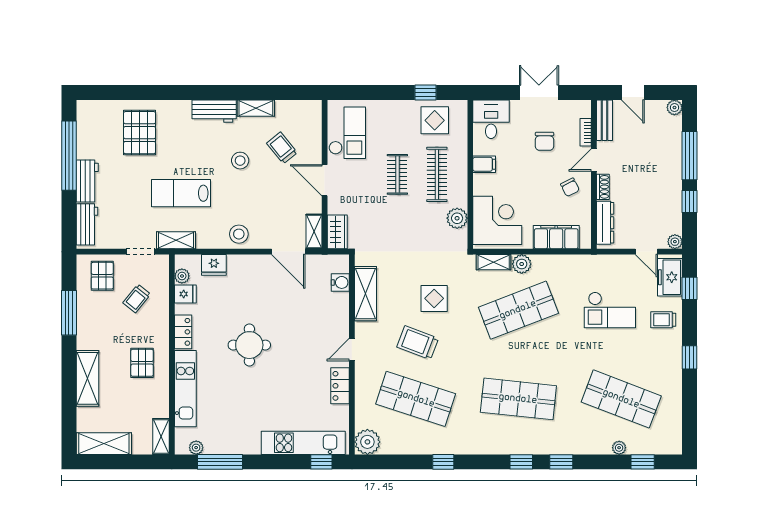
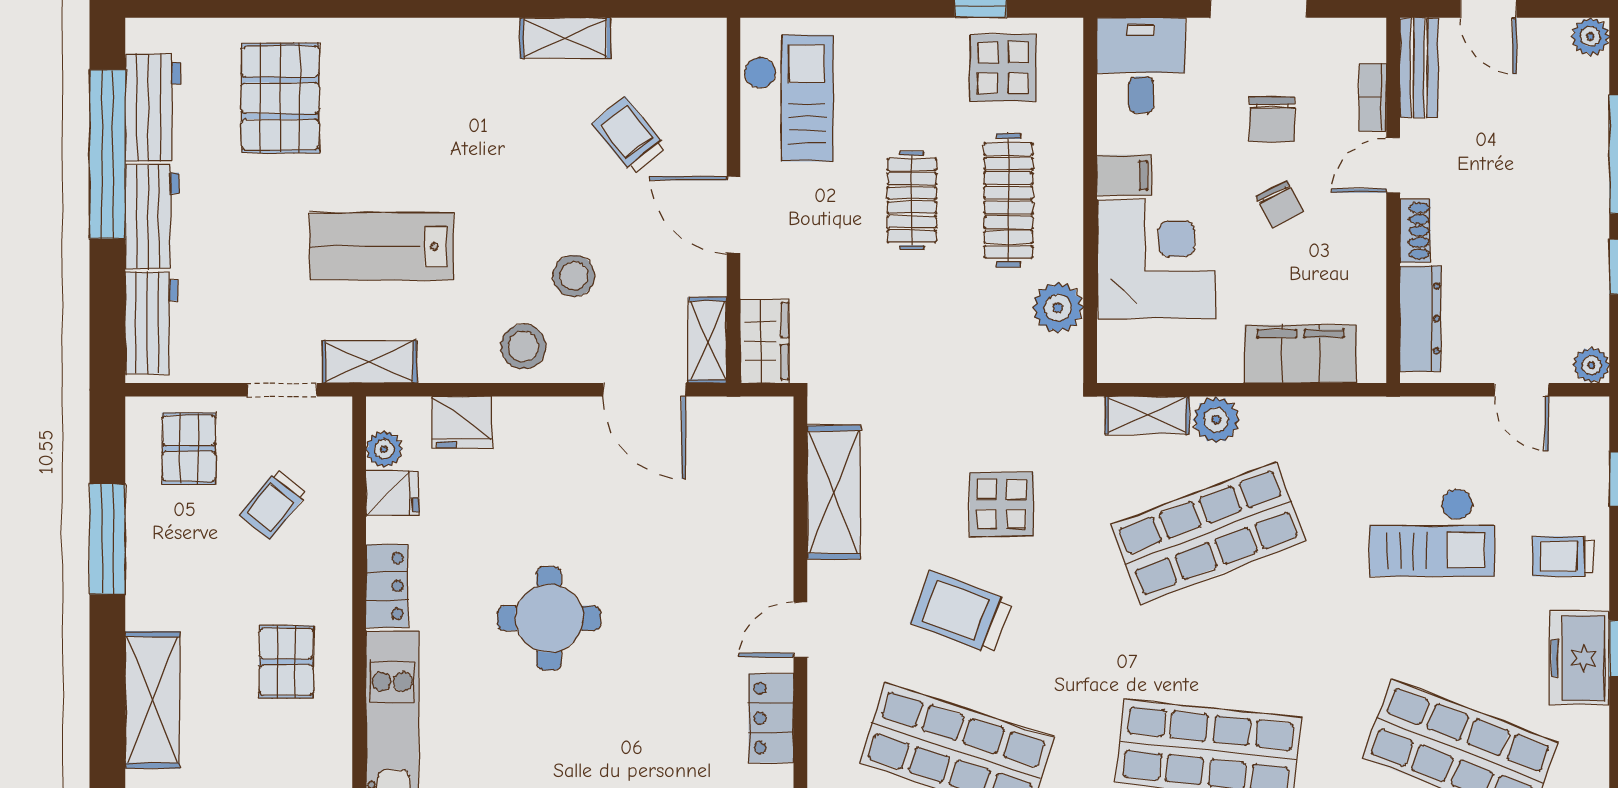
workbench: (214, 111) -> (153, 107), moved, turned -90
stool: (240, 161) -> (574, 276), moved
chair: (570, 187) -> (1280, 204), moved
corner desk: (497, 220) -> (1156, 259), moved
freezer: (670, 277) -> (1579, 658), moved
water cooler: (340, 282) -> (772, 465), removed

